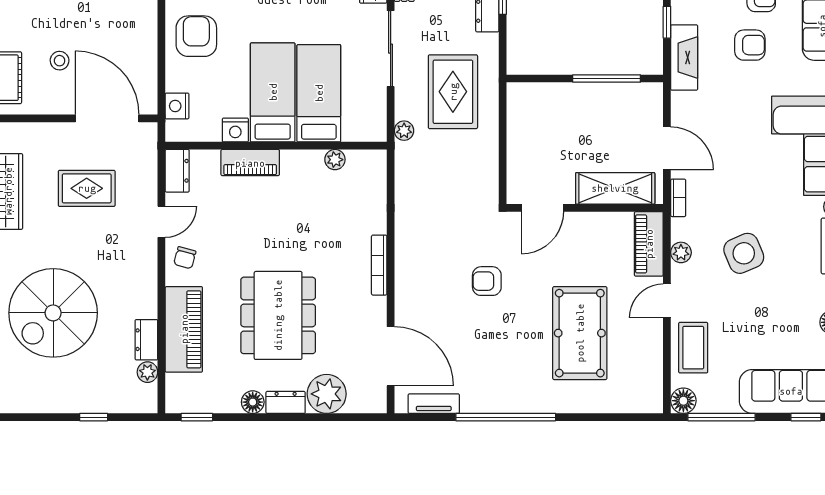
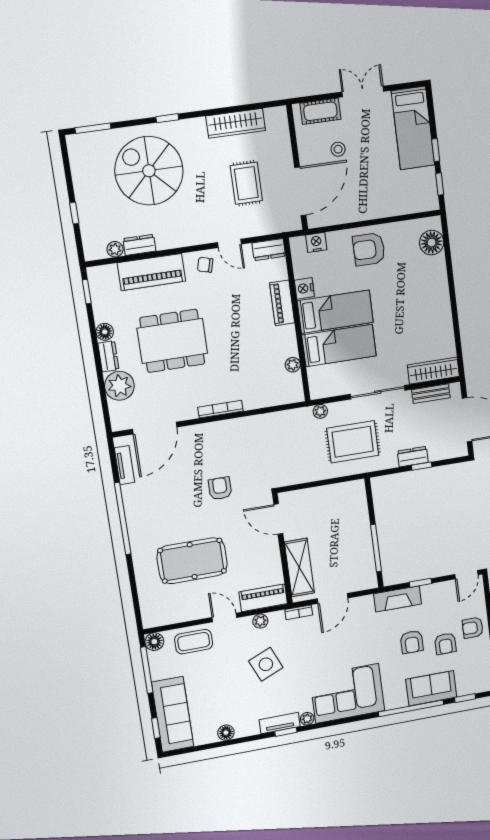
armchair: (196, 36) -> (369, 249), turned 180

